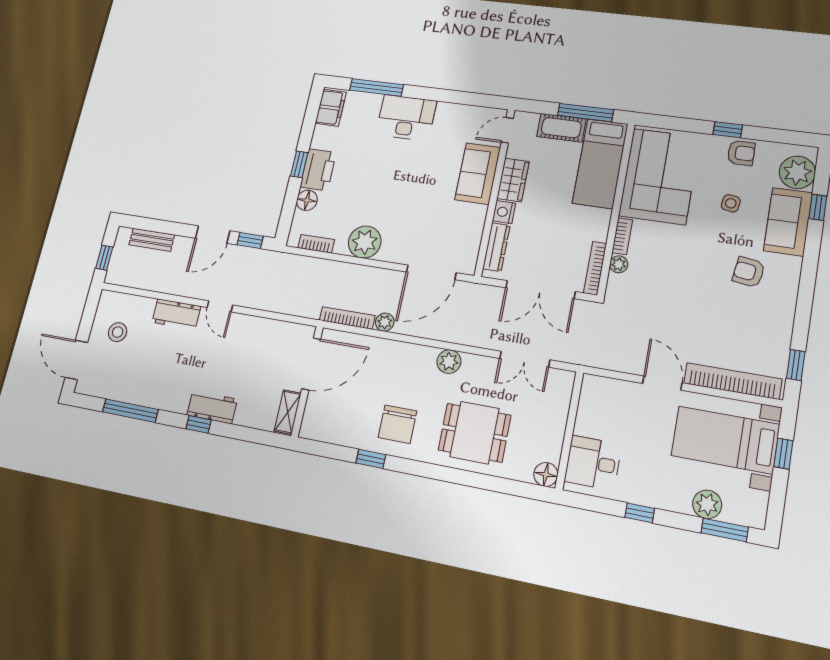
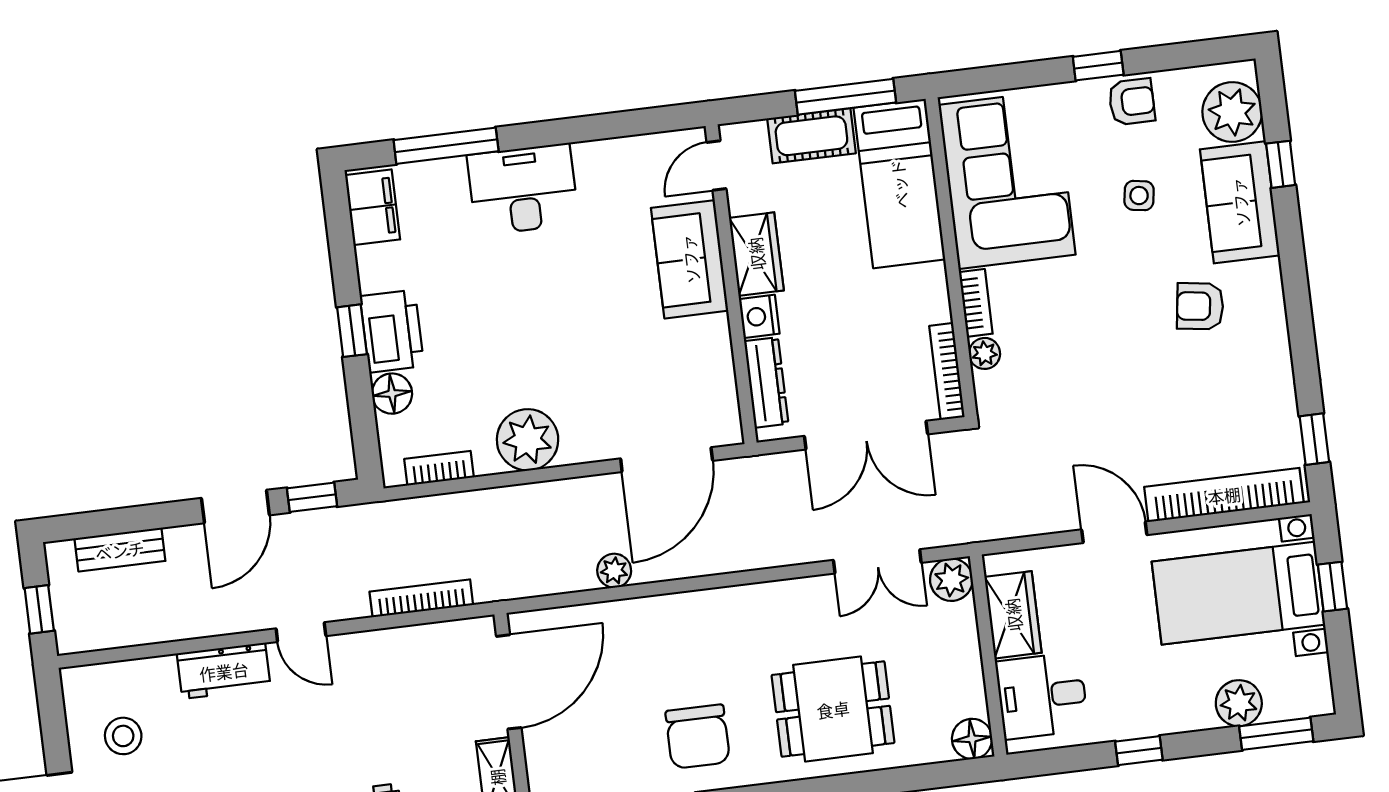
bookcase: (347, 318) -> (421, 598), moved
plant: (449, 362) -> (951, 580), moved
wardrobe: (591, 412) -> (1013, 615), added

